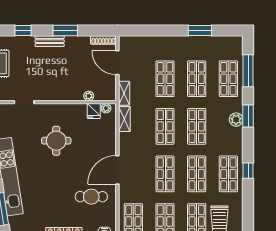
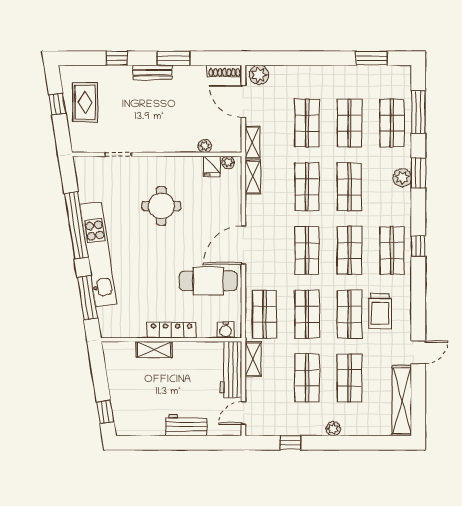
window: (200, 30) -> (371, 58), moved
plant: (129, 43) -> (259, 75), added
cafe table: (91, 197) -> (208, 281), width x1.37, depth x1.35

